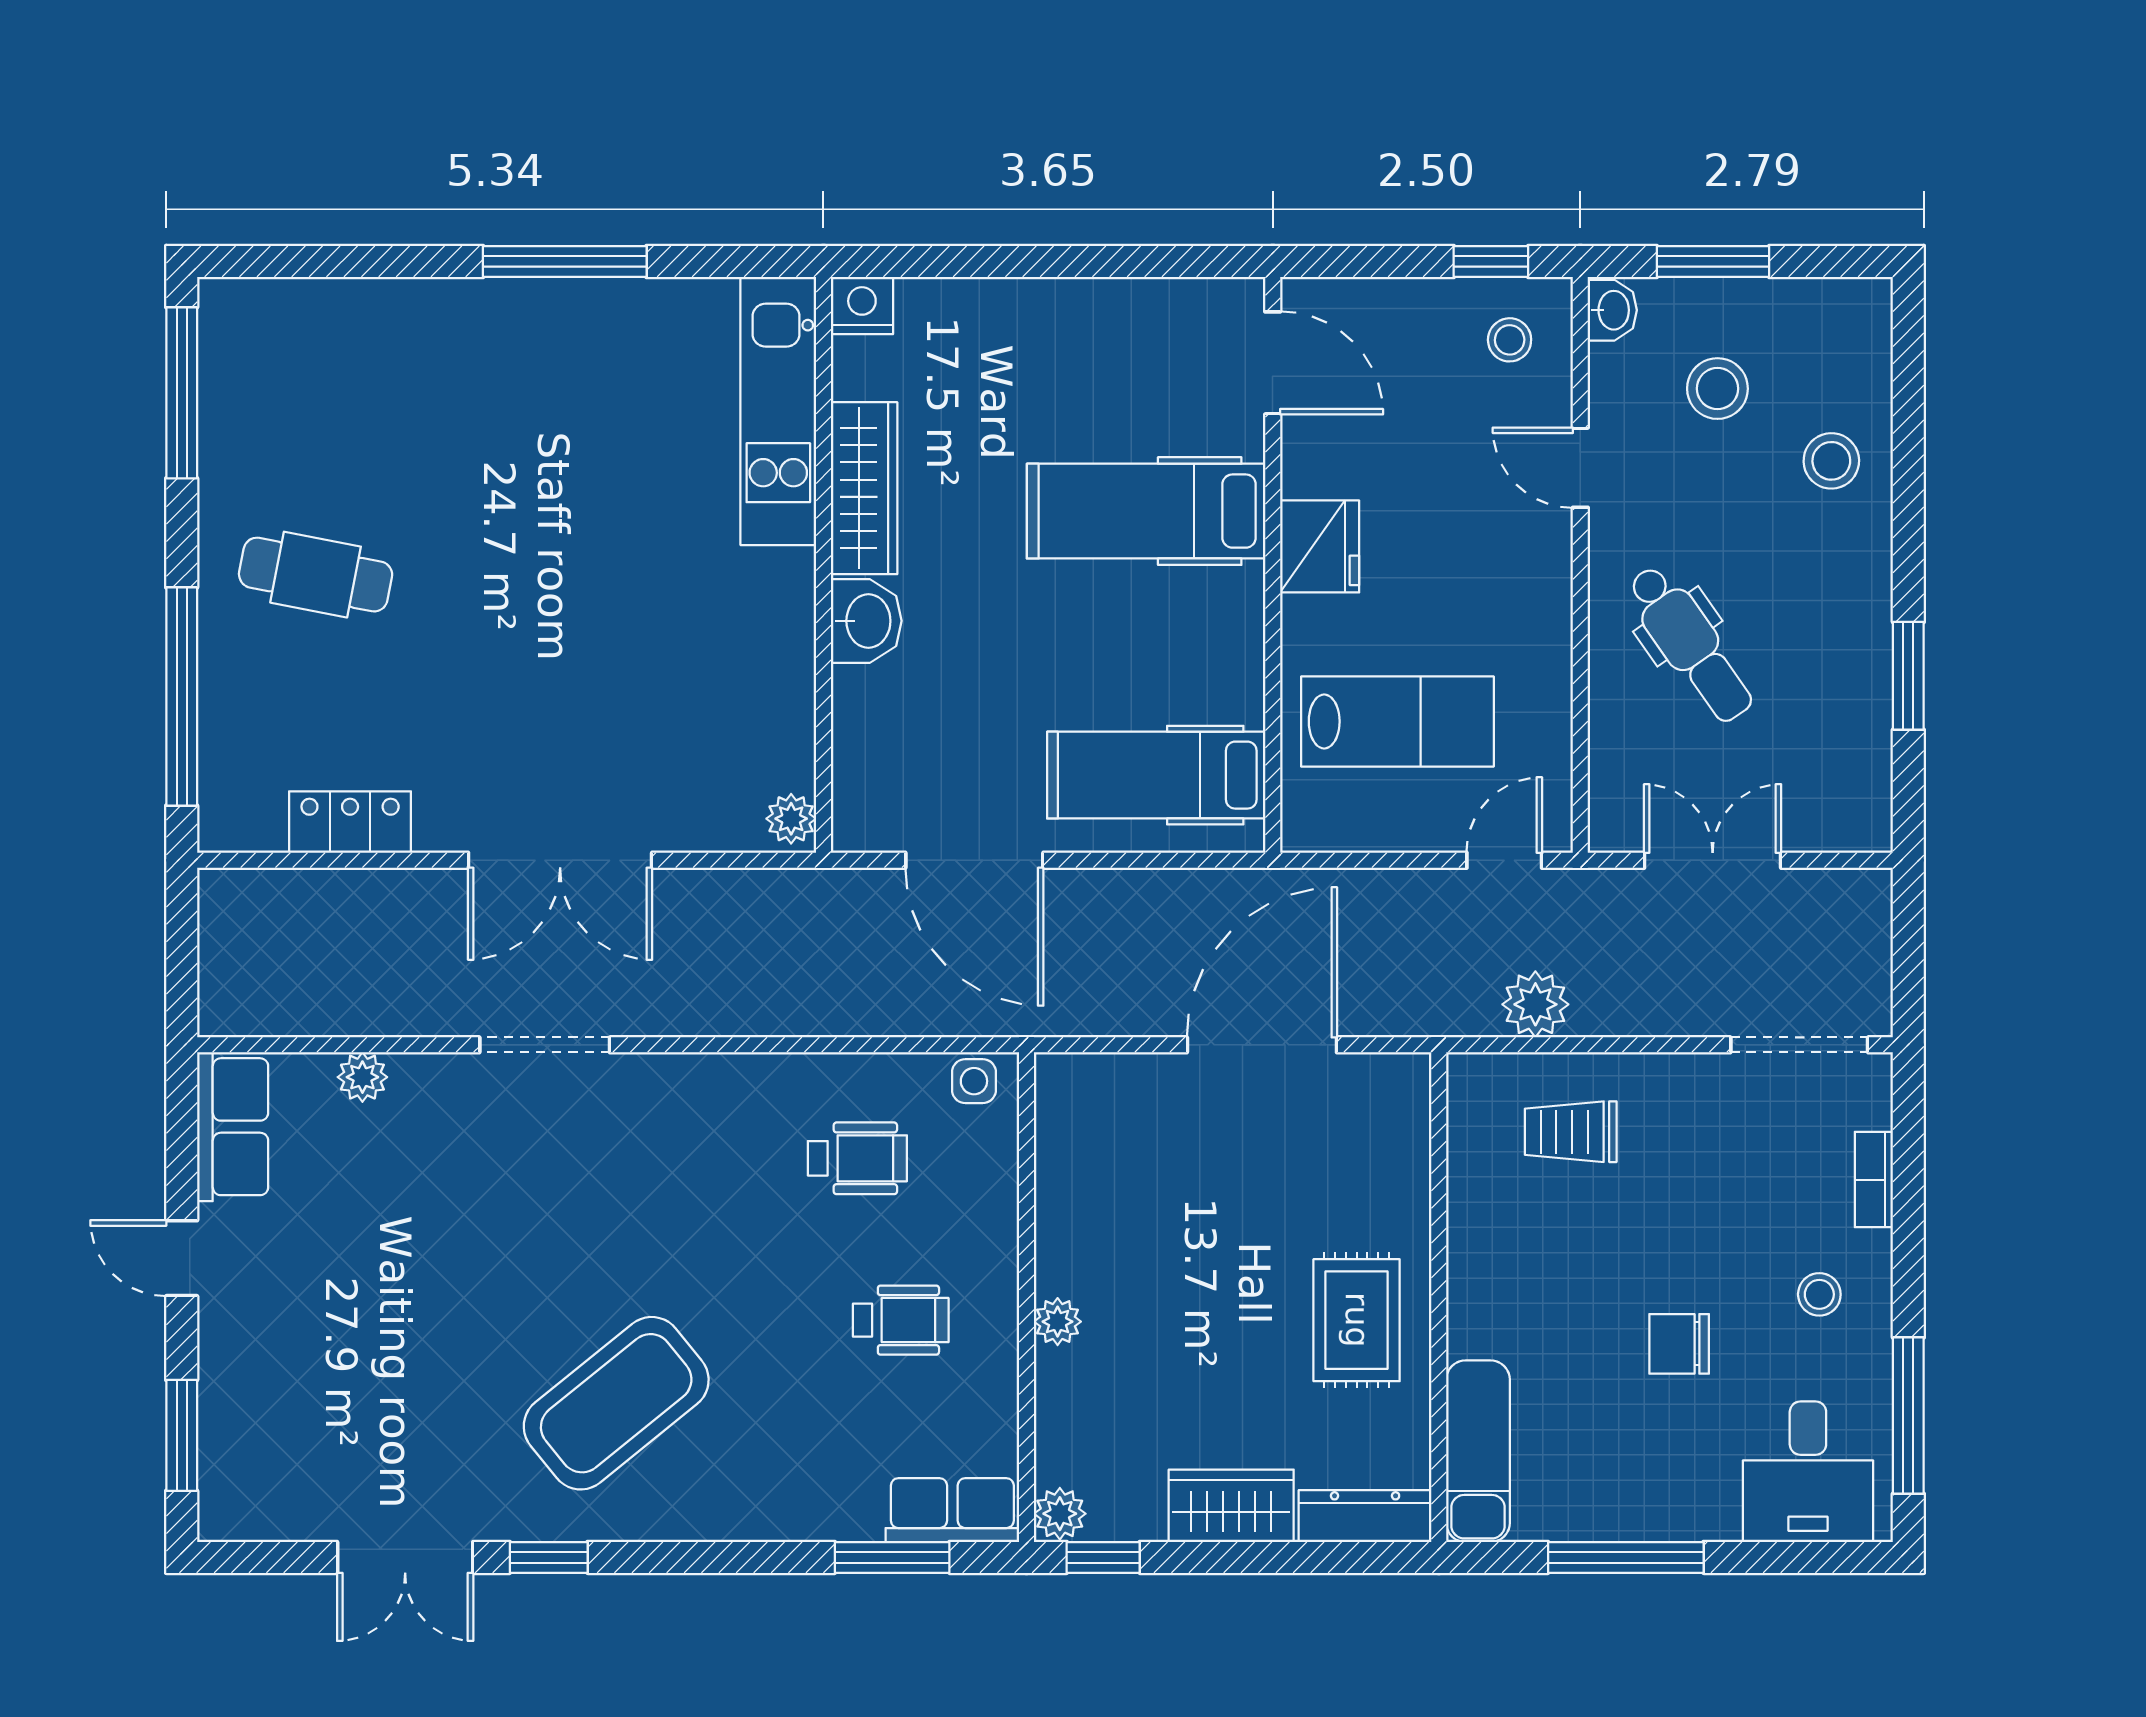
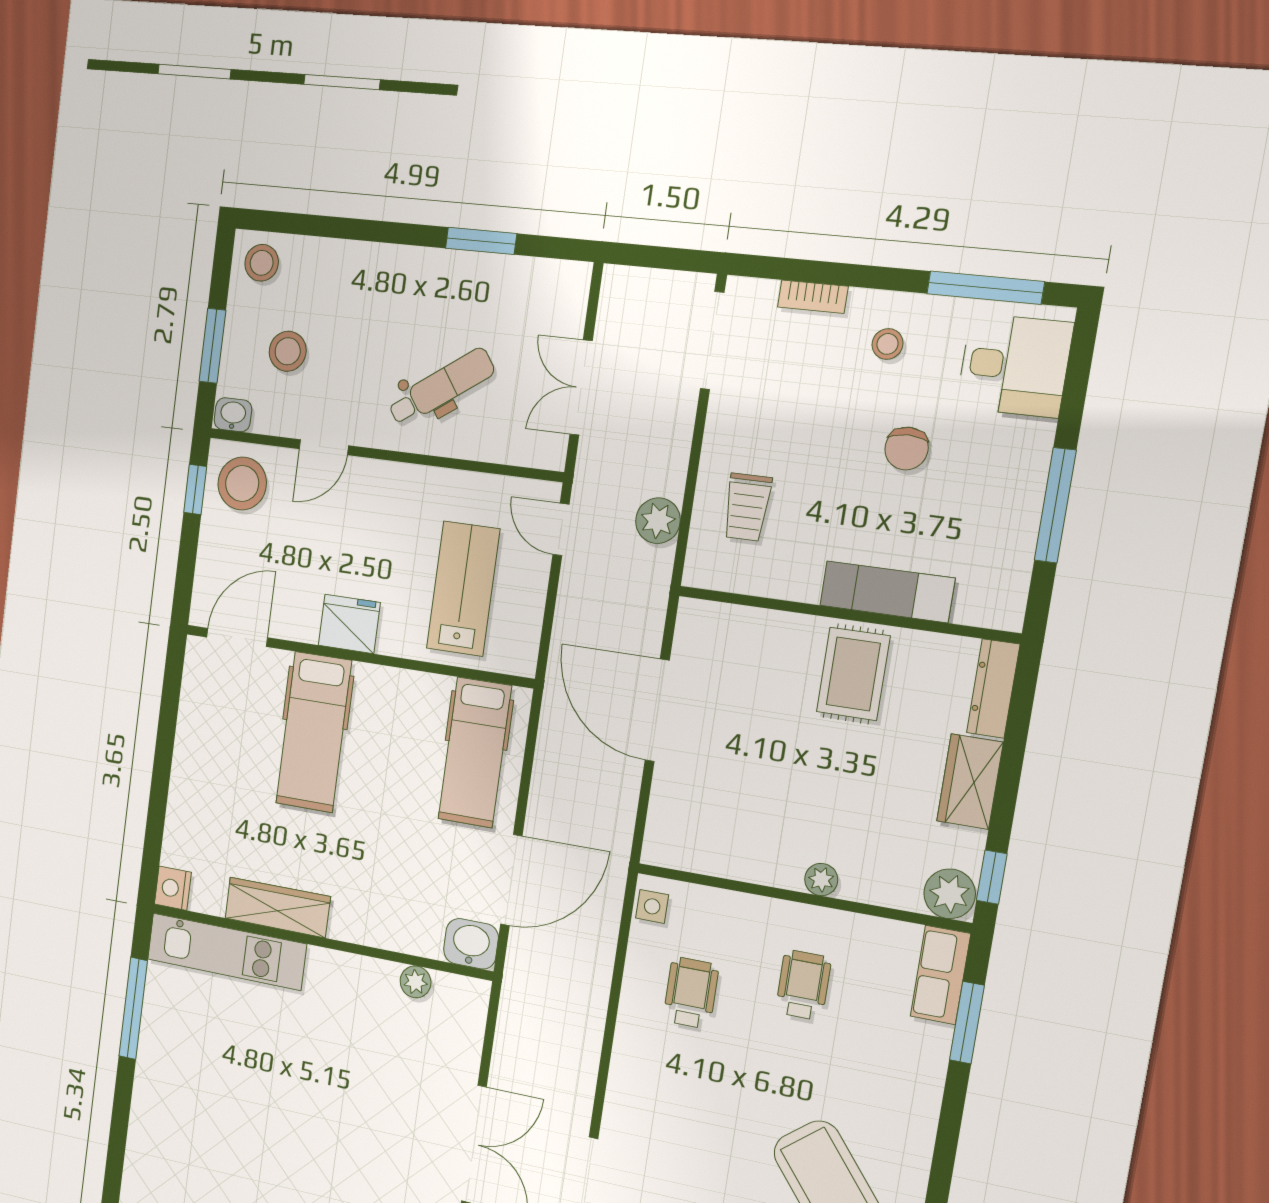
window: (565, 262) -> (133, 1008), moved
stool: (1510, 340) -> (242, 484), width x1.89, depth x1.89
stool: (1831, 461) -> (262, 263), moved
washbasin: (866, 621) -> (471, 944), moved
plant: (791, 819) -> (416, 982), moved
rug: (1357, 1320) -> (853, 674), turned 90
exam couch: (1478, 1451) -> (887, 592), moved
plant: (1060, 1514) -> (950, 894), width x1.38, depth x1.38

